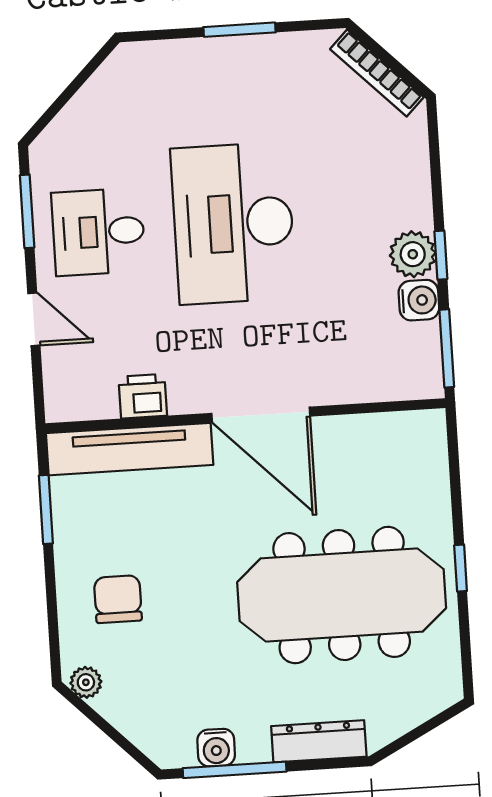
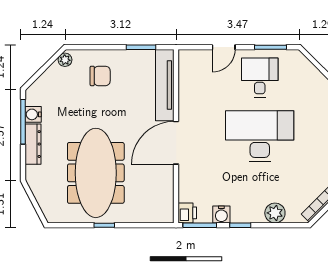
plant: (413, 254) -> (275, 213), moved
printer: (143, 396) -> (187, 213), moved
dresser: (319, 741) -> (33, 144), moved

